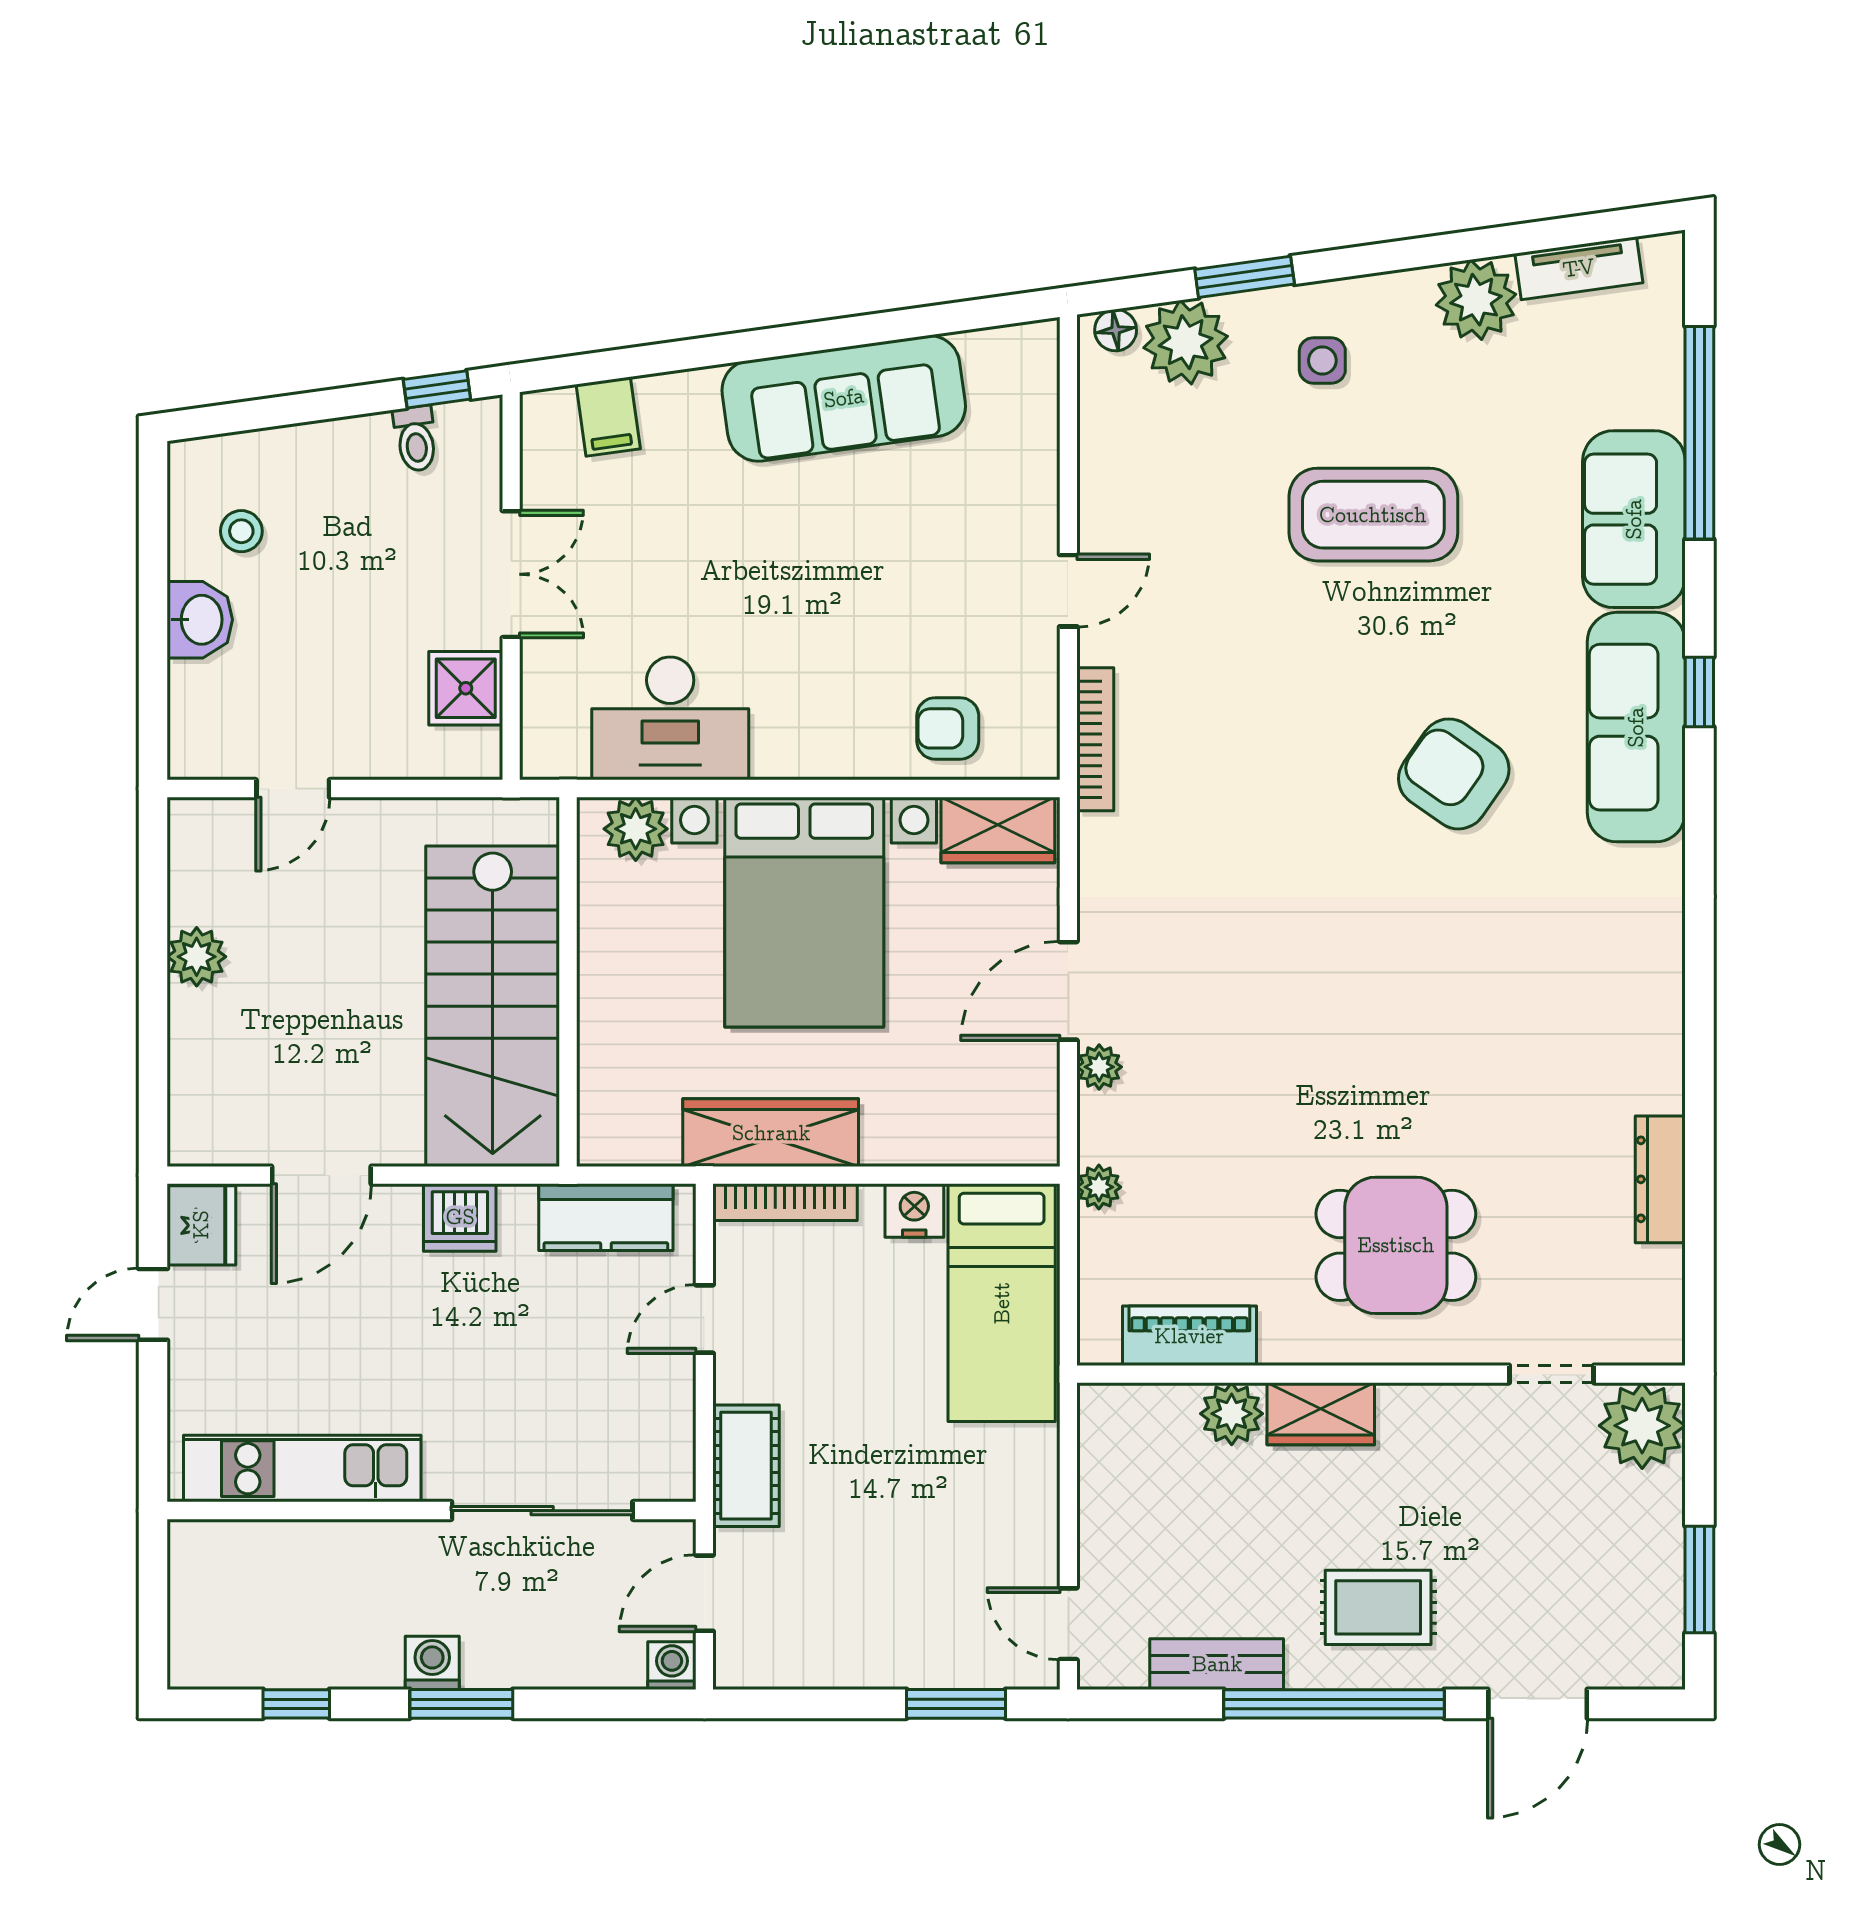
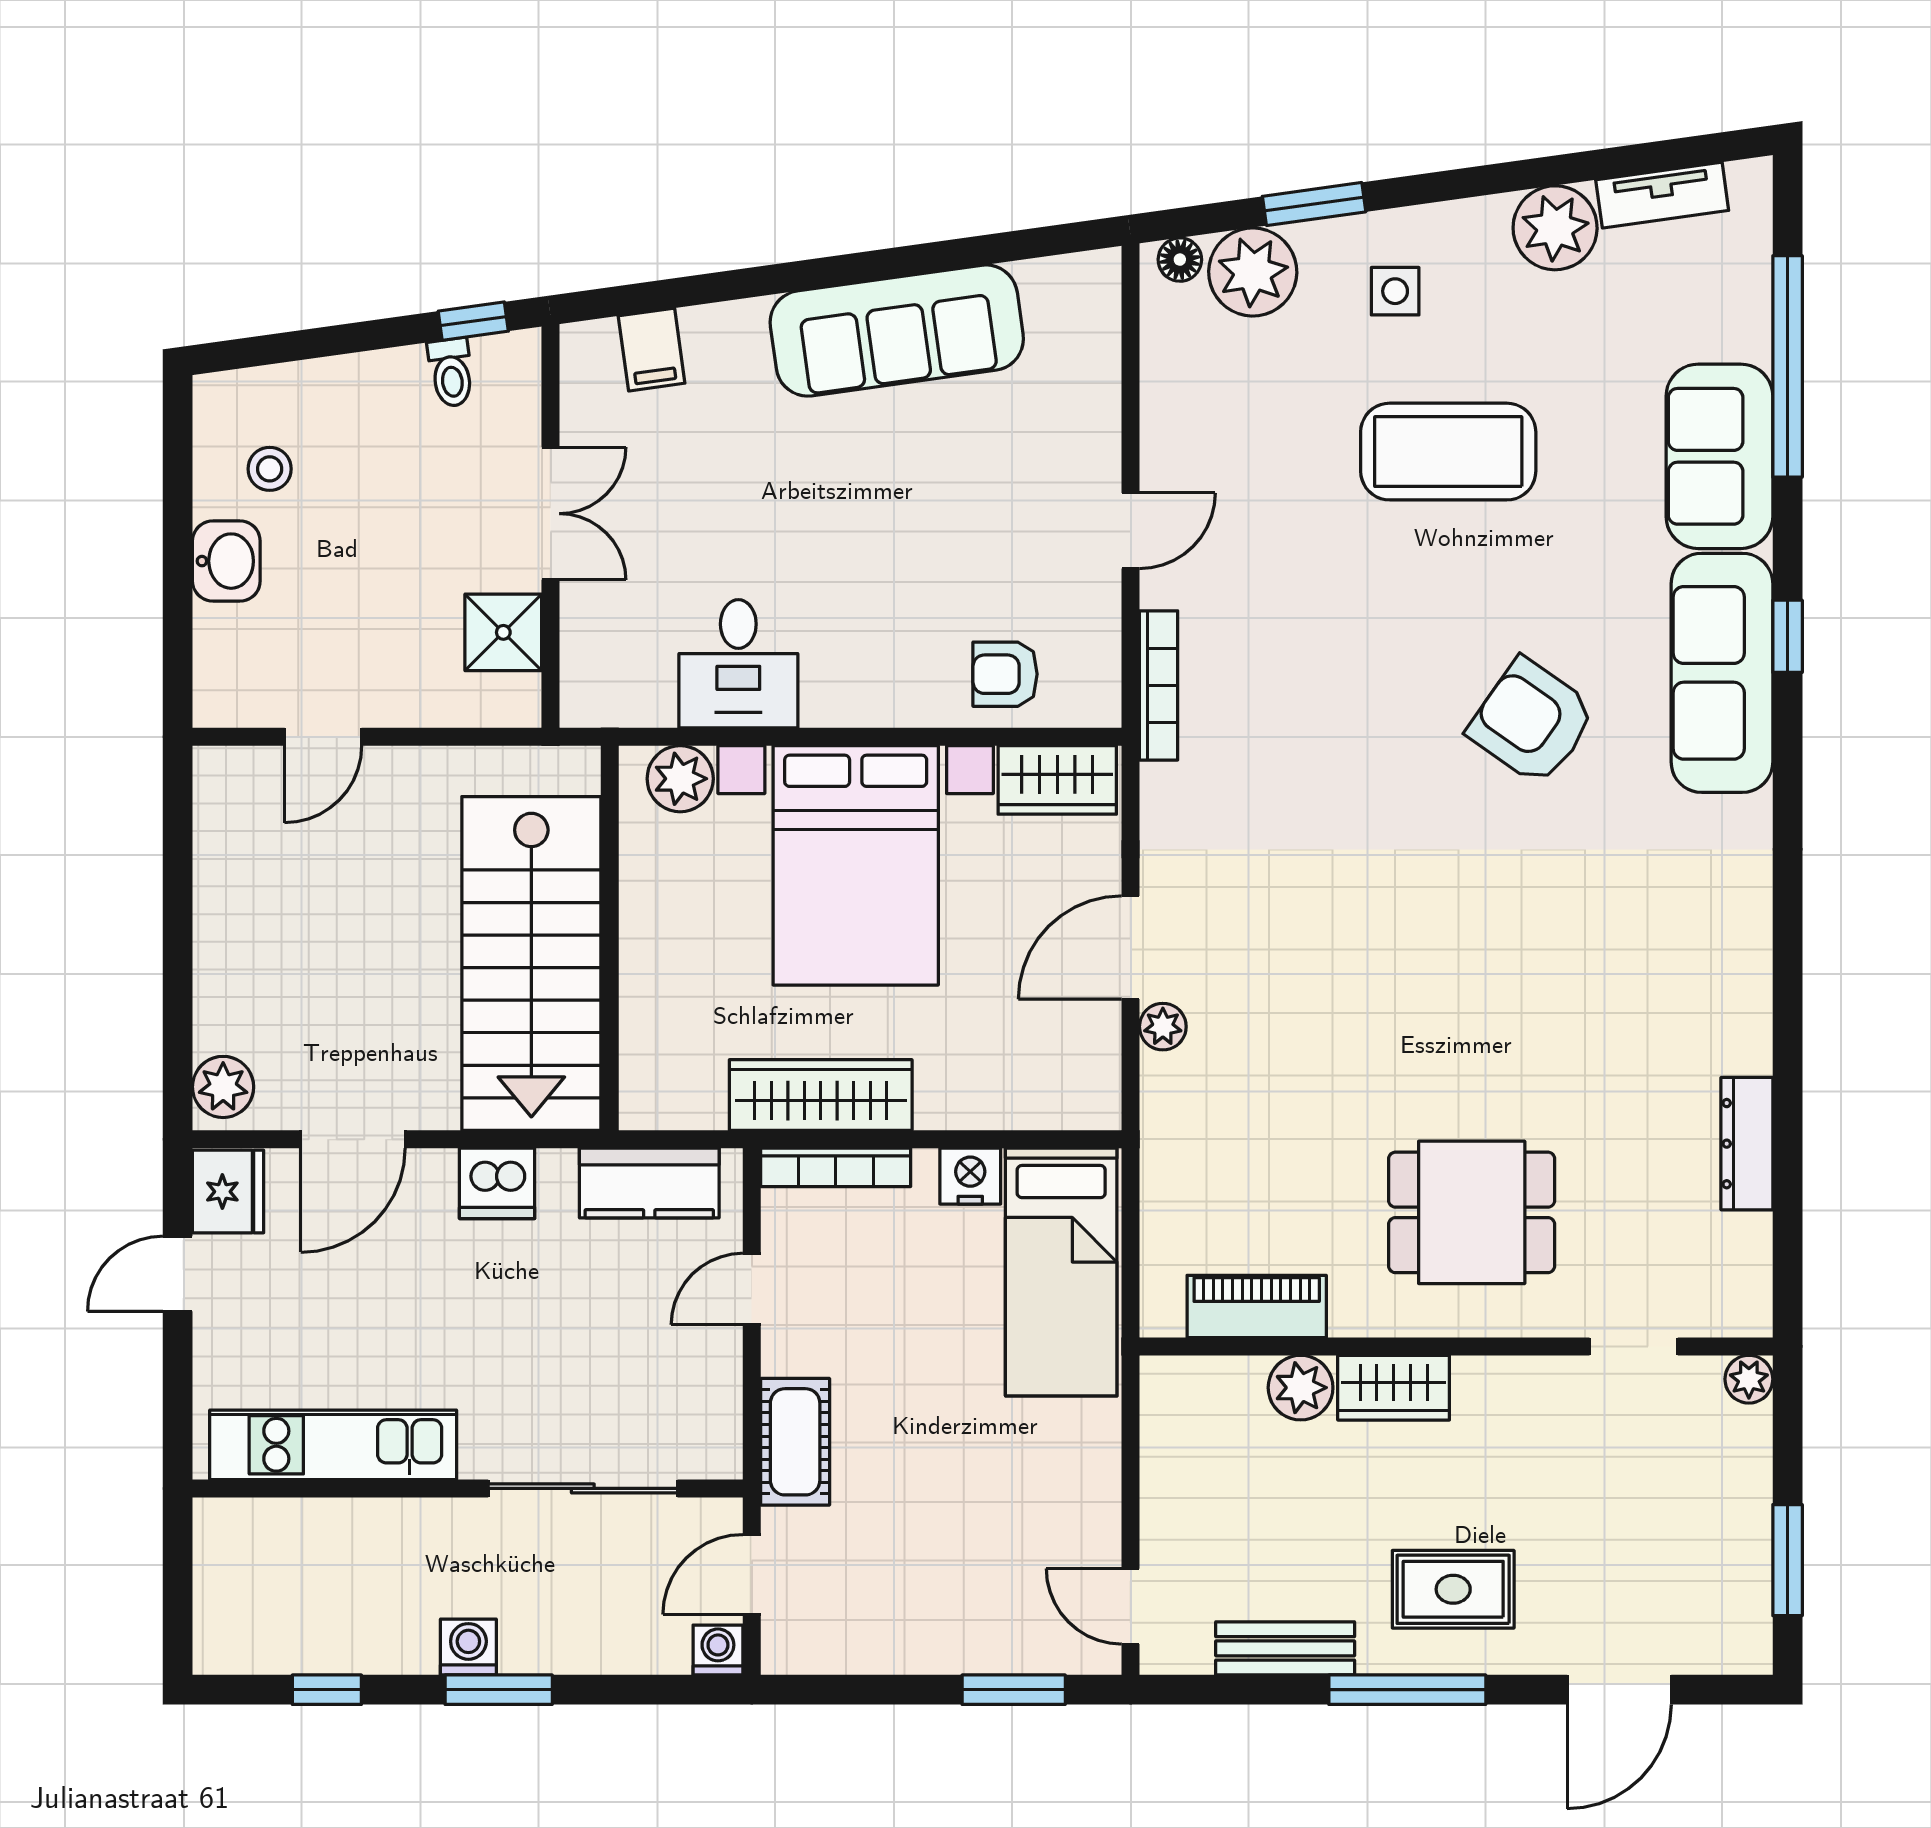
desk: (670, 718) -> (738, 664), width x0.73
plant: (197, 957) -> (223, 1087), moved
plant: (1099, 1187) -> (1162, 1152), removed
plant: (1642, 1426) -> (1749, 1379), width x0.53, depth x0.53
window: (1334, 1704) -> (1407, 1690), width x0.68

